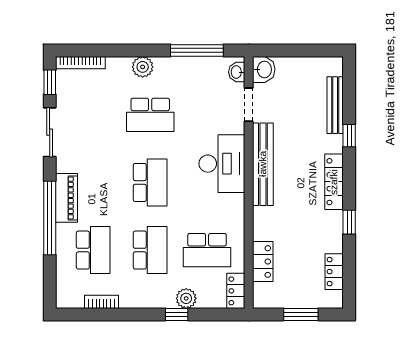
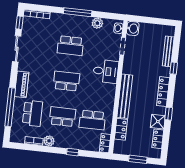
window: (197, 50) -> (78, 12), moved
plant: (143, 67) -> (97, 23), moved
desk: (222, 164) -> (106, 71), width x0.73
bench: (263, 164) -> (125, 96), moved
school desk: (150, 182) -> (66, 81), turned -90
window: (50, 218) -> (10, 107), moved
shower: (331, 239) -> (158, 122), added
school desk: (150, 250) -> (62, 117), turned -90
plant: (186, 298) -> (49, 141), moved

